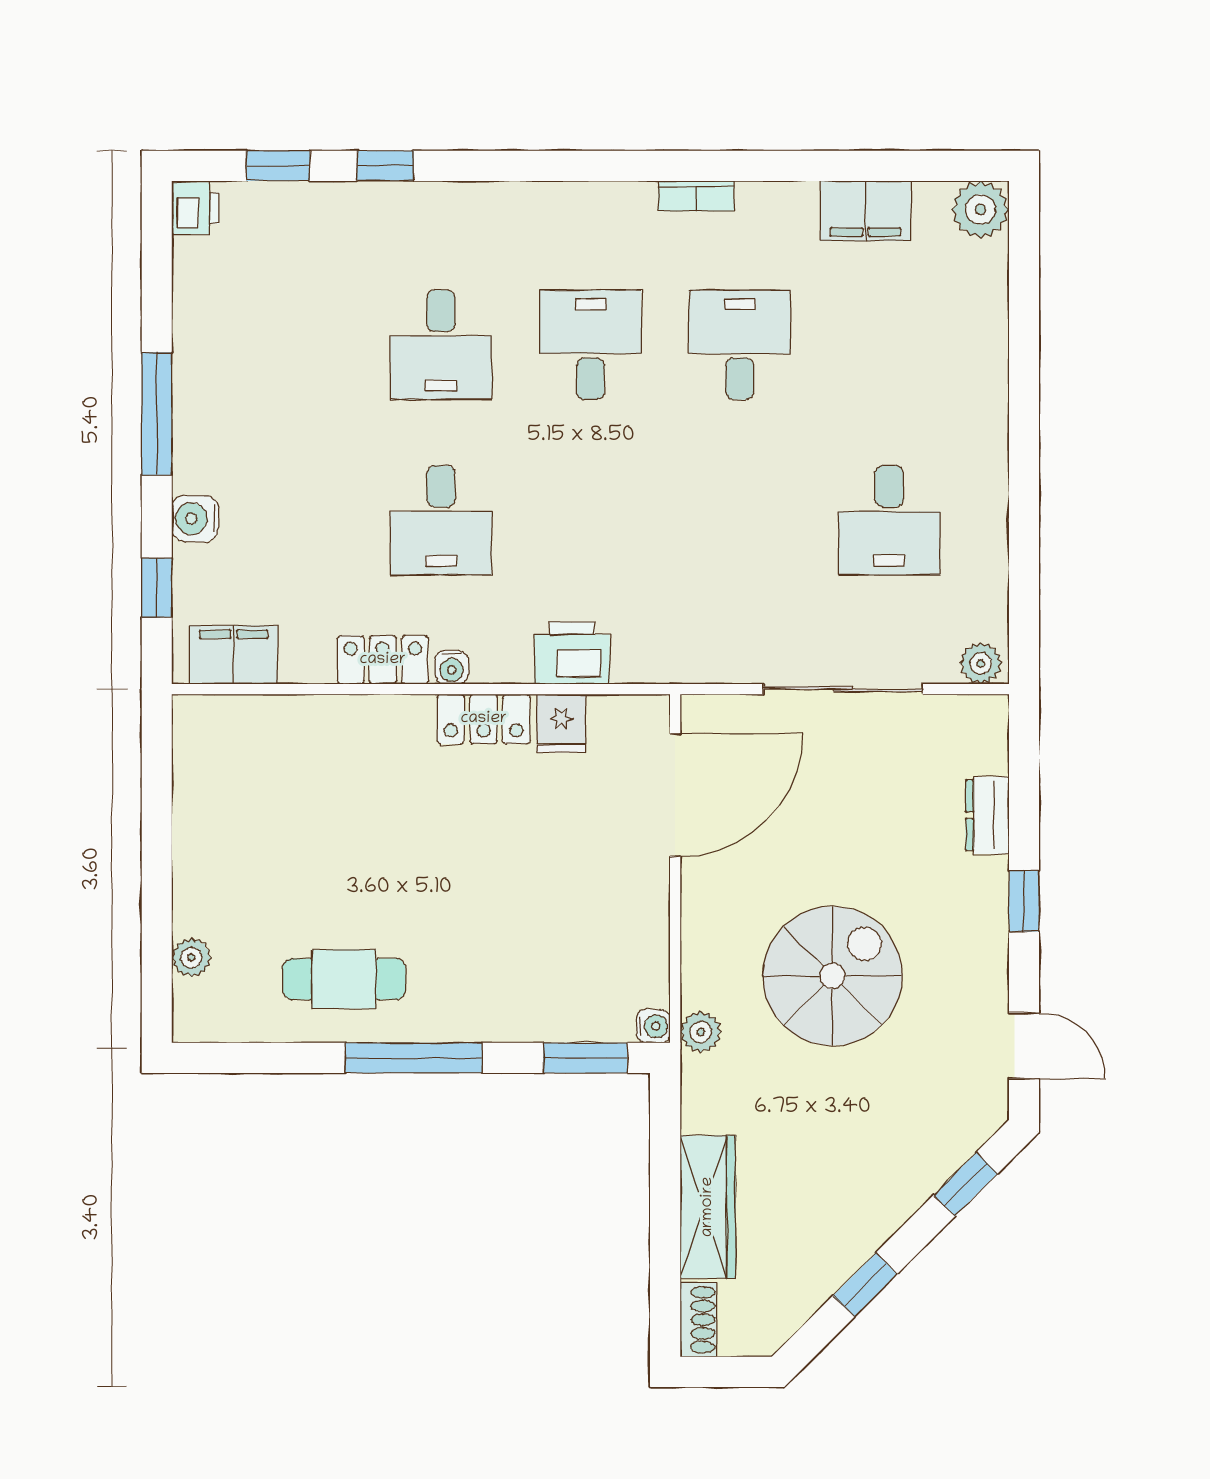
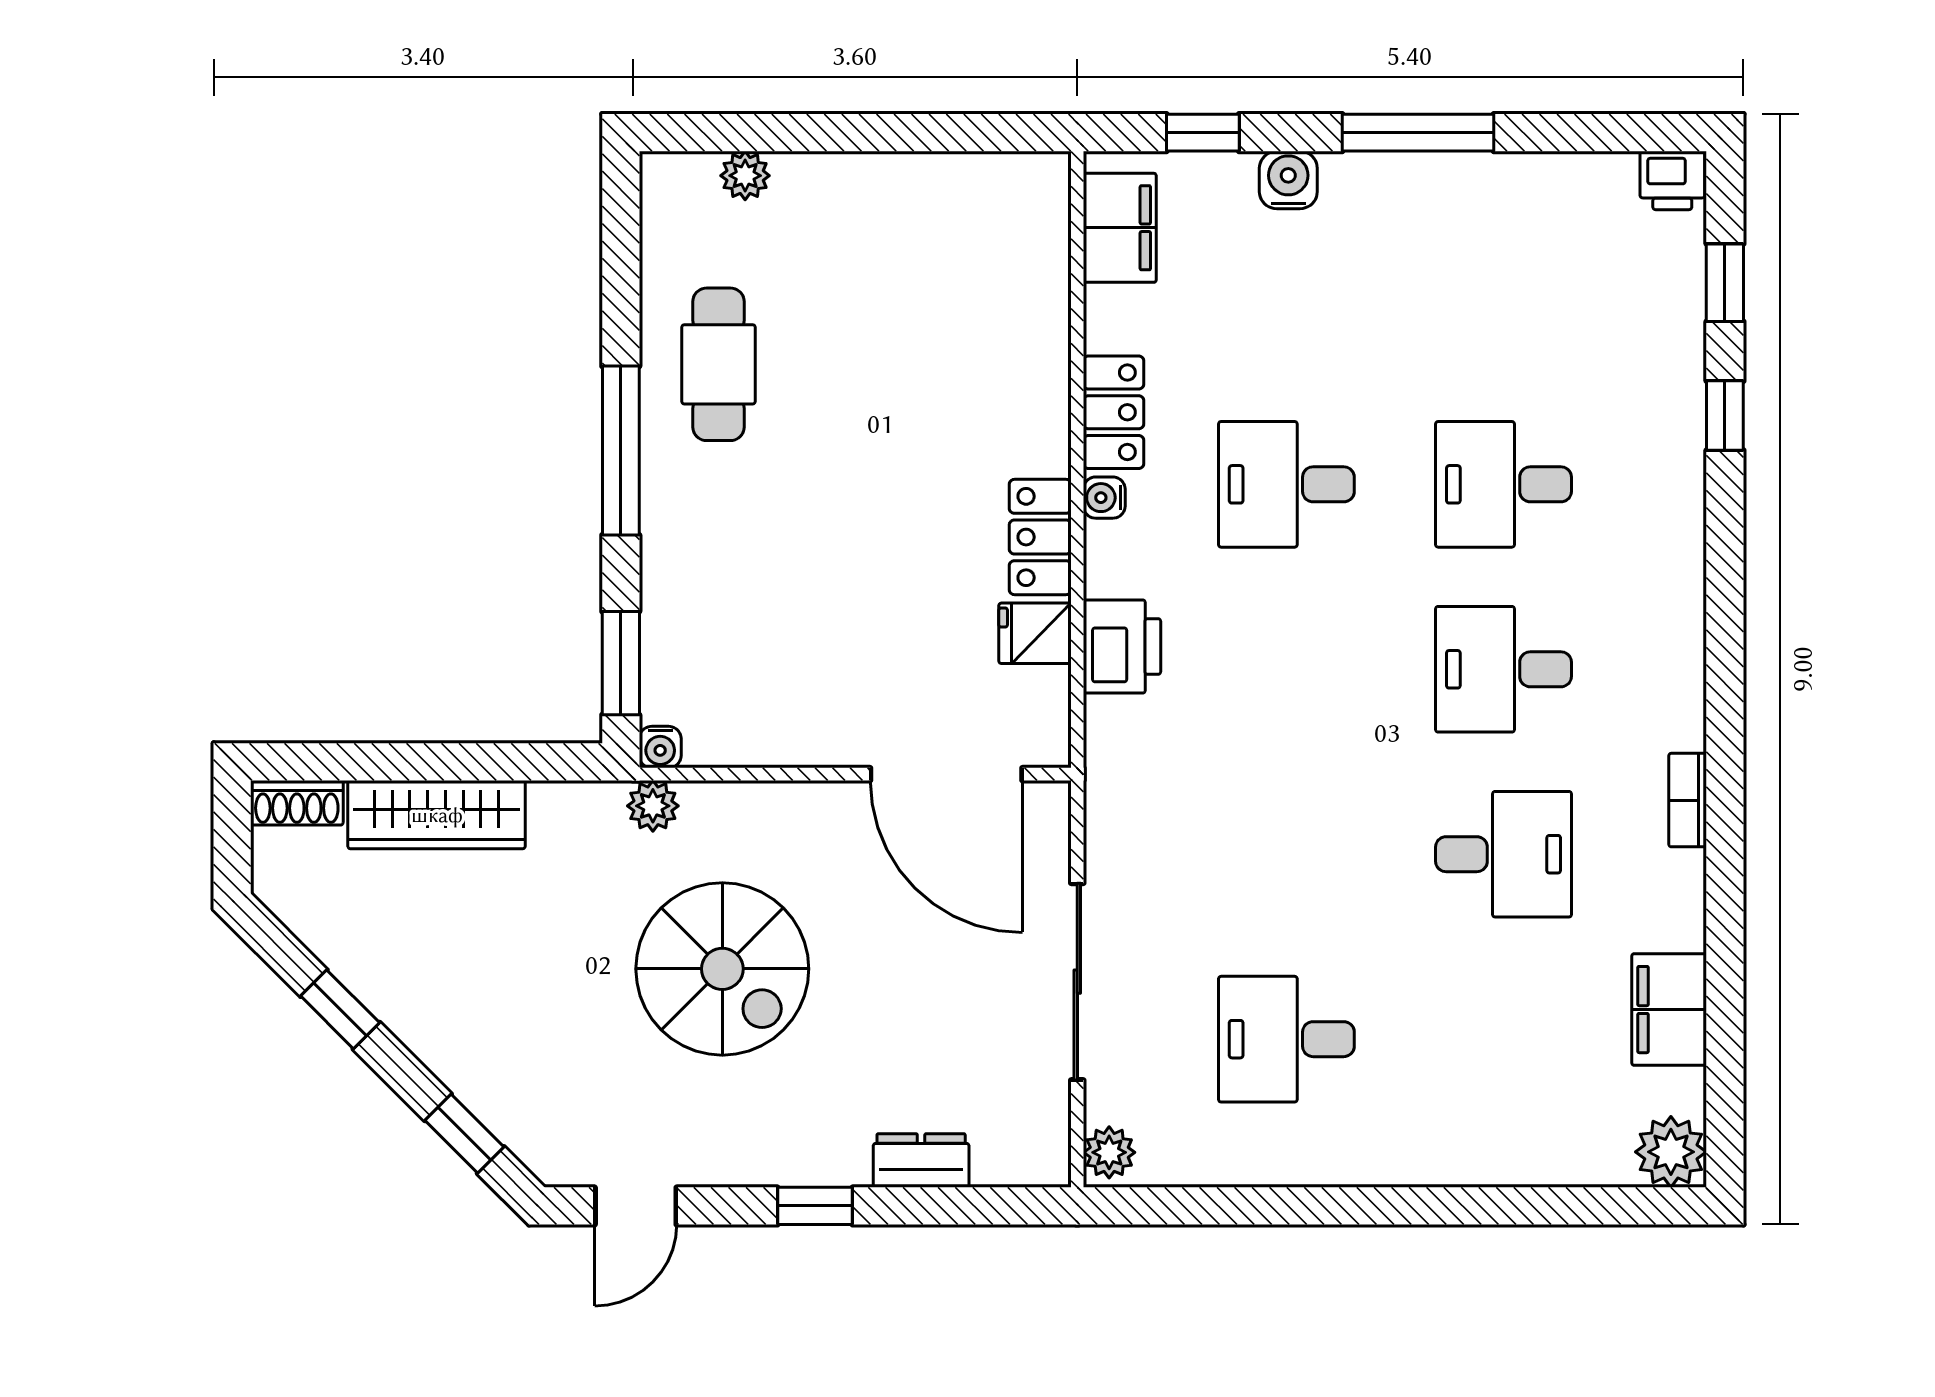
desk: (590, 345) -> (1503, 669), turned 180

